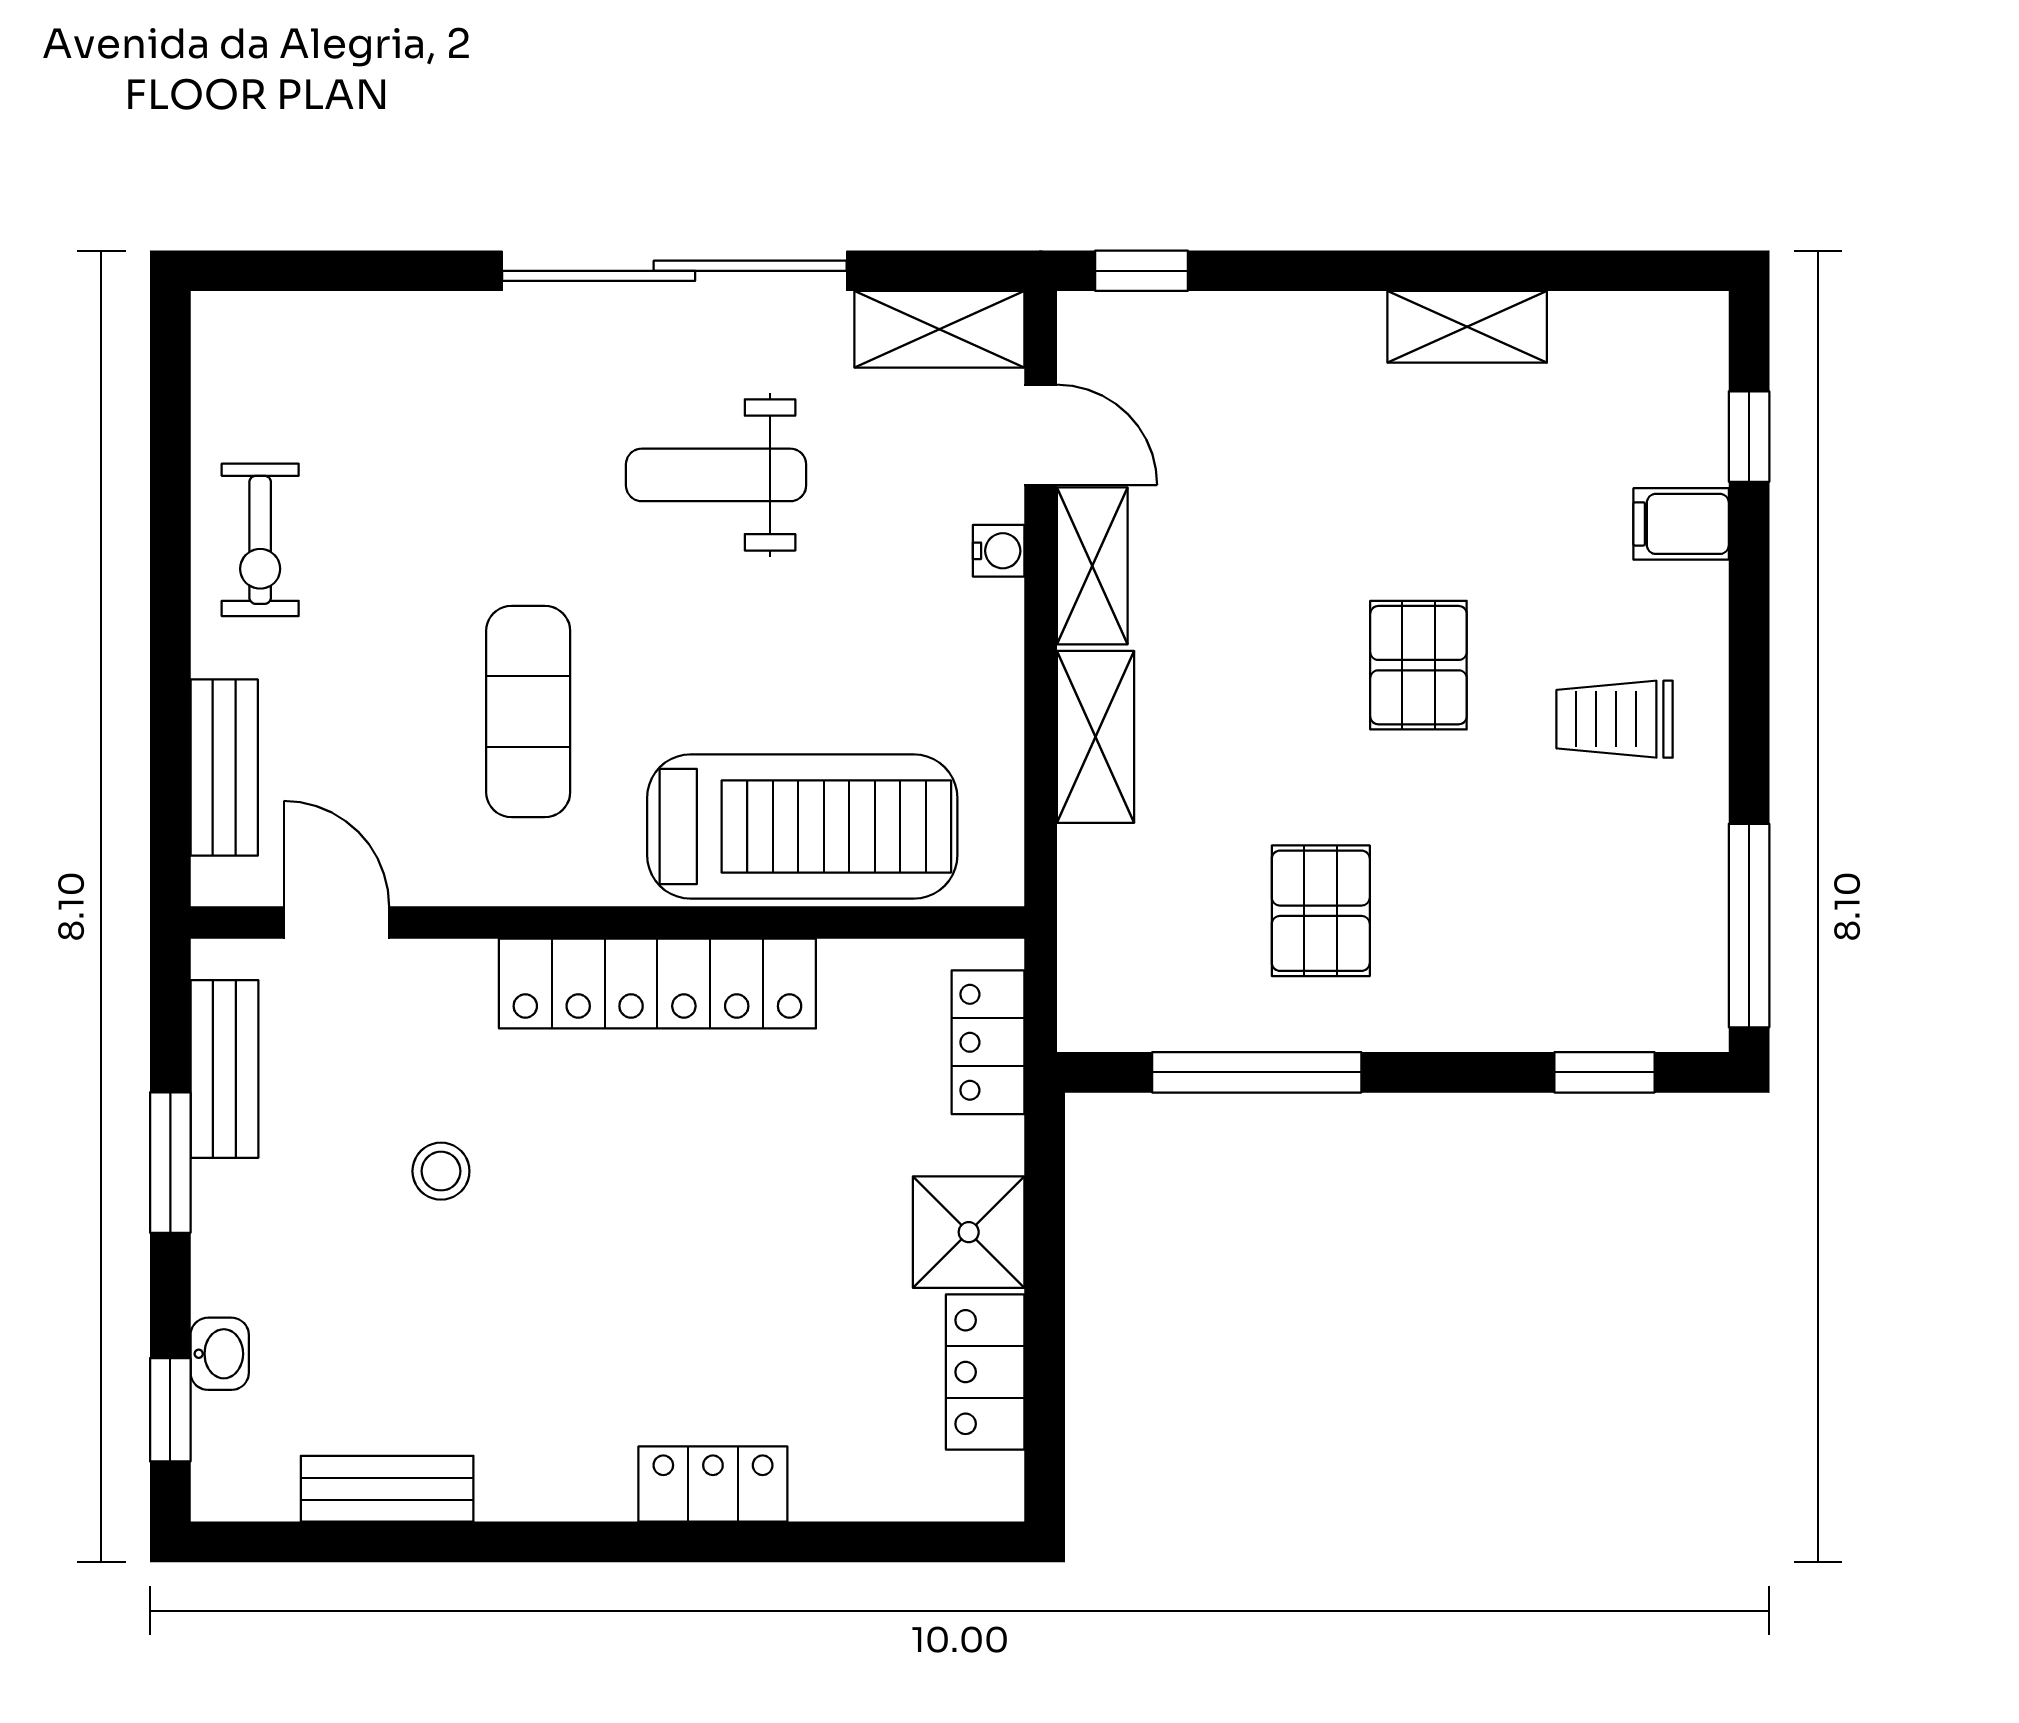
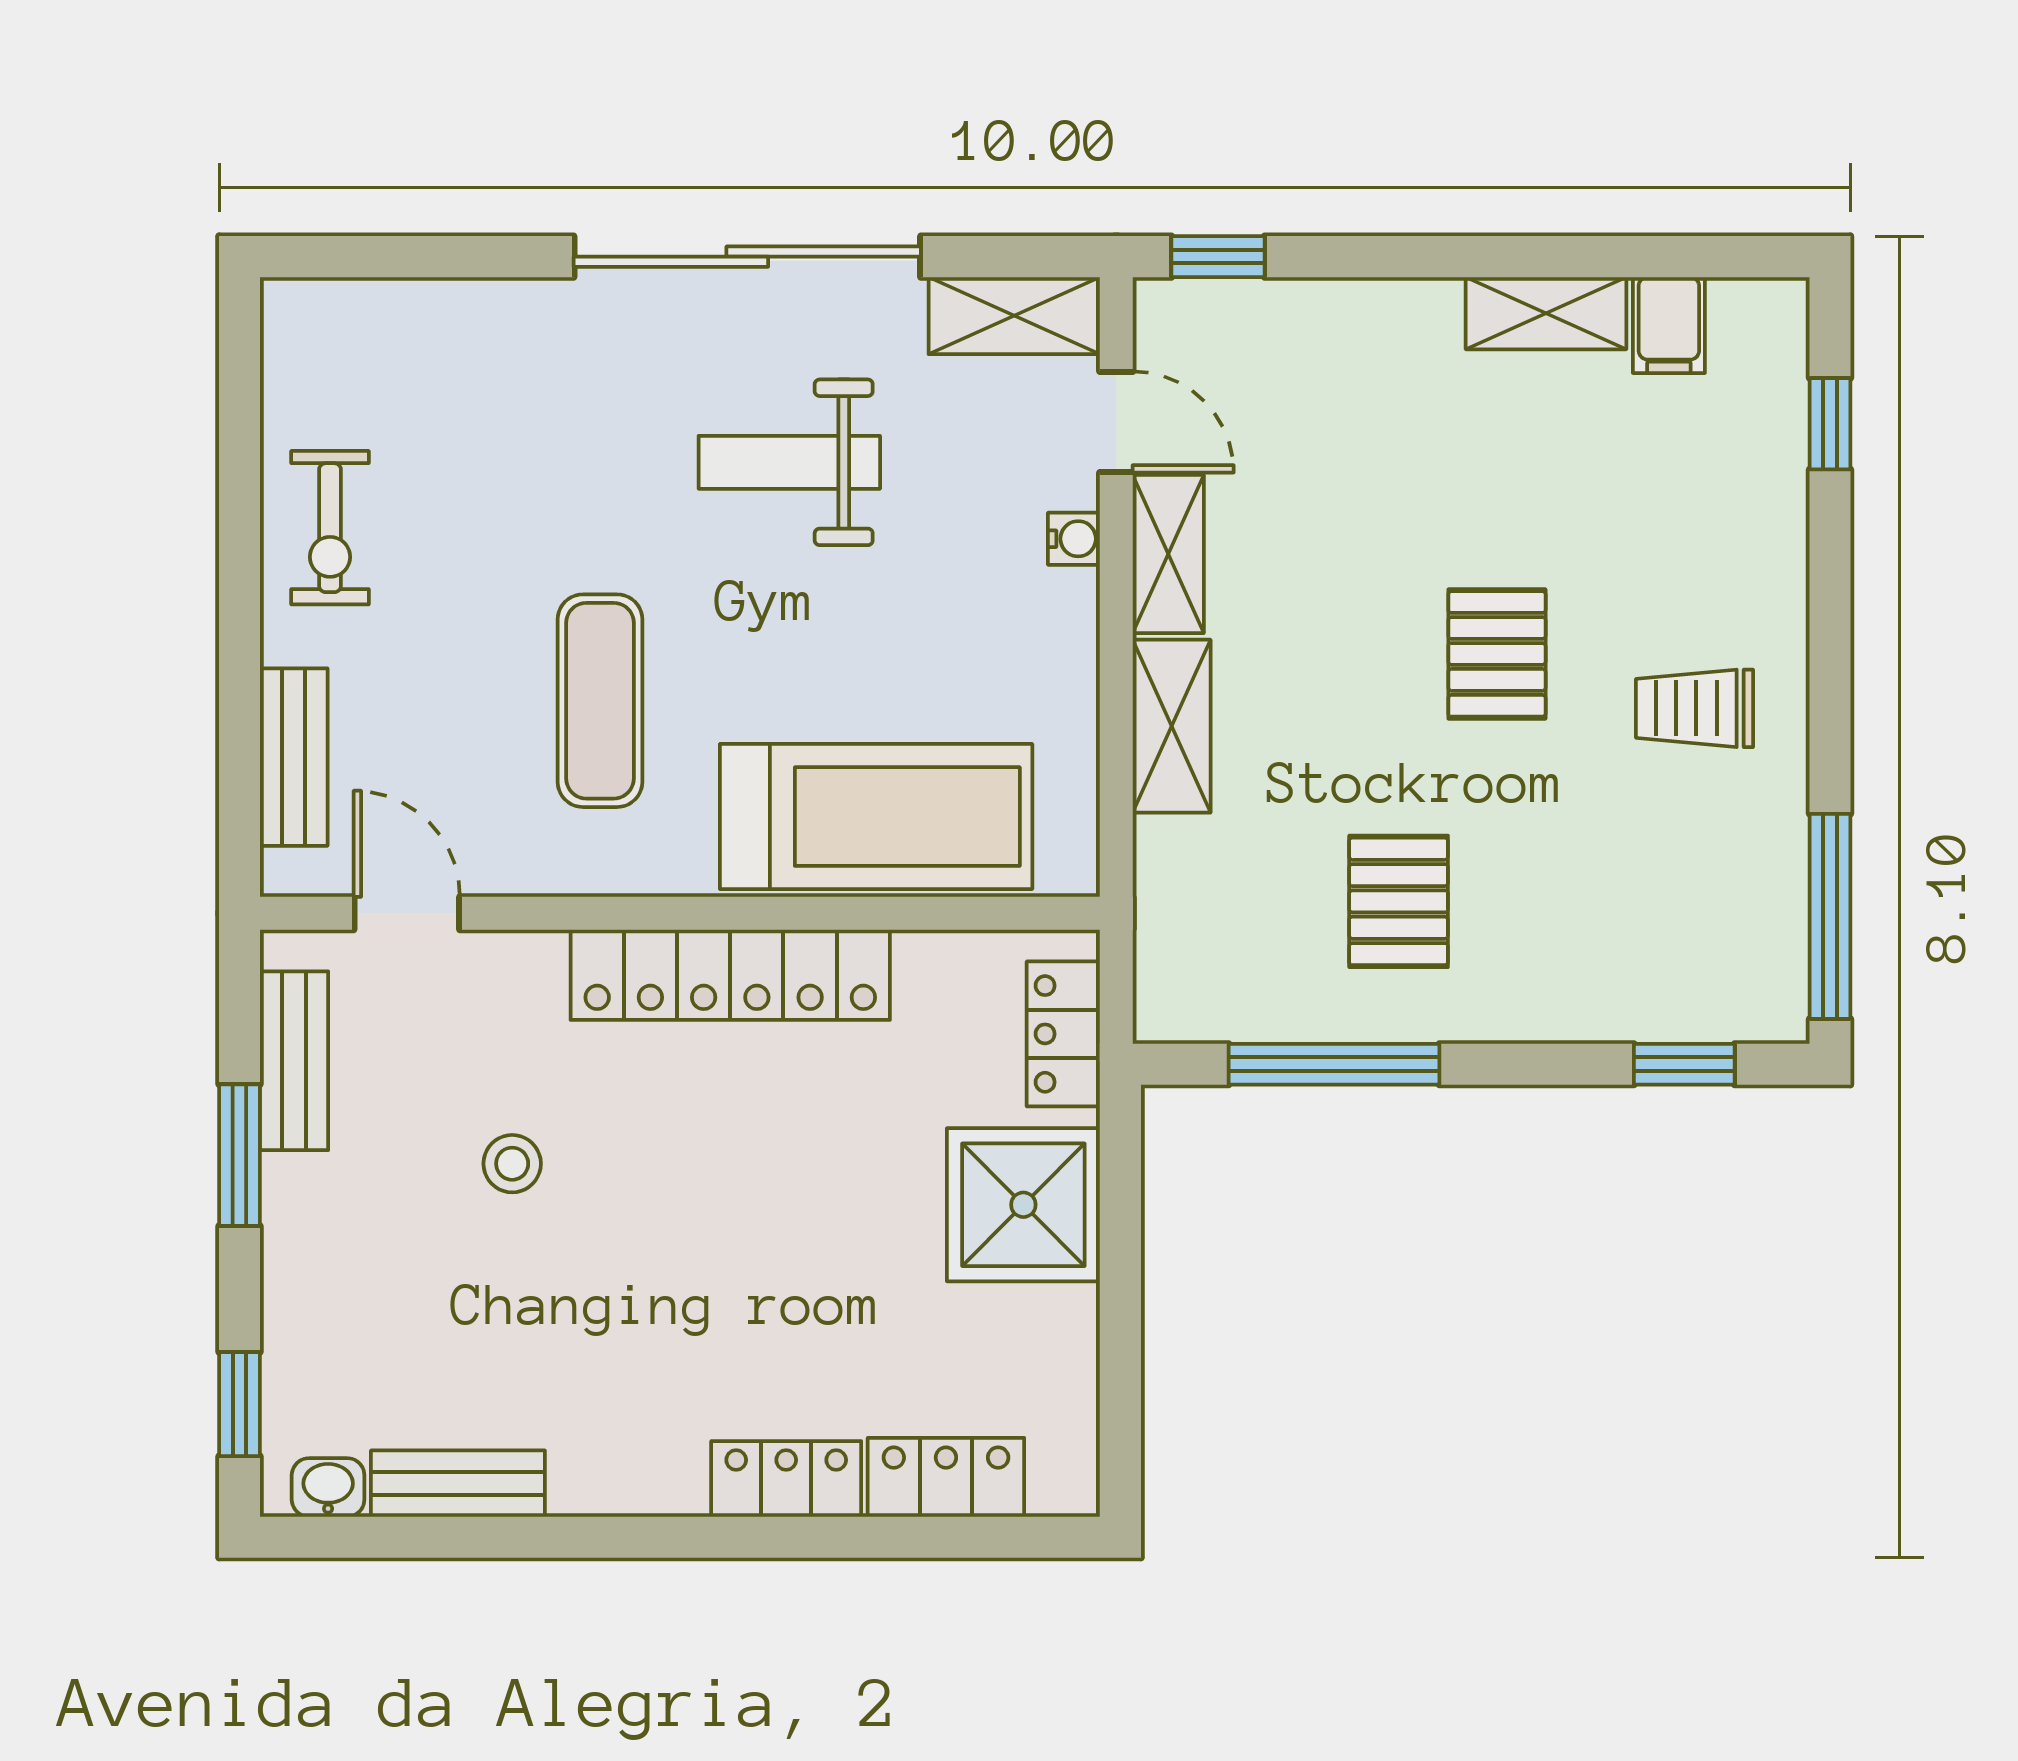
filing cabinet: (1681, 524) -> (1669, 325), moved, turned -90
shower: (969, 1232) -> (1023, 1205), width x1.36, depth x1.36
washbasin: (220, 1354) -> (328, 1487), moved, turned -90
locker: (985, 1372) -> (946, 1477), moved, turned 90

